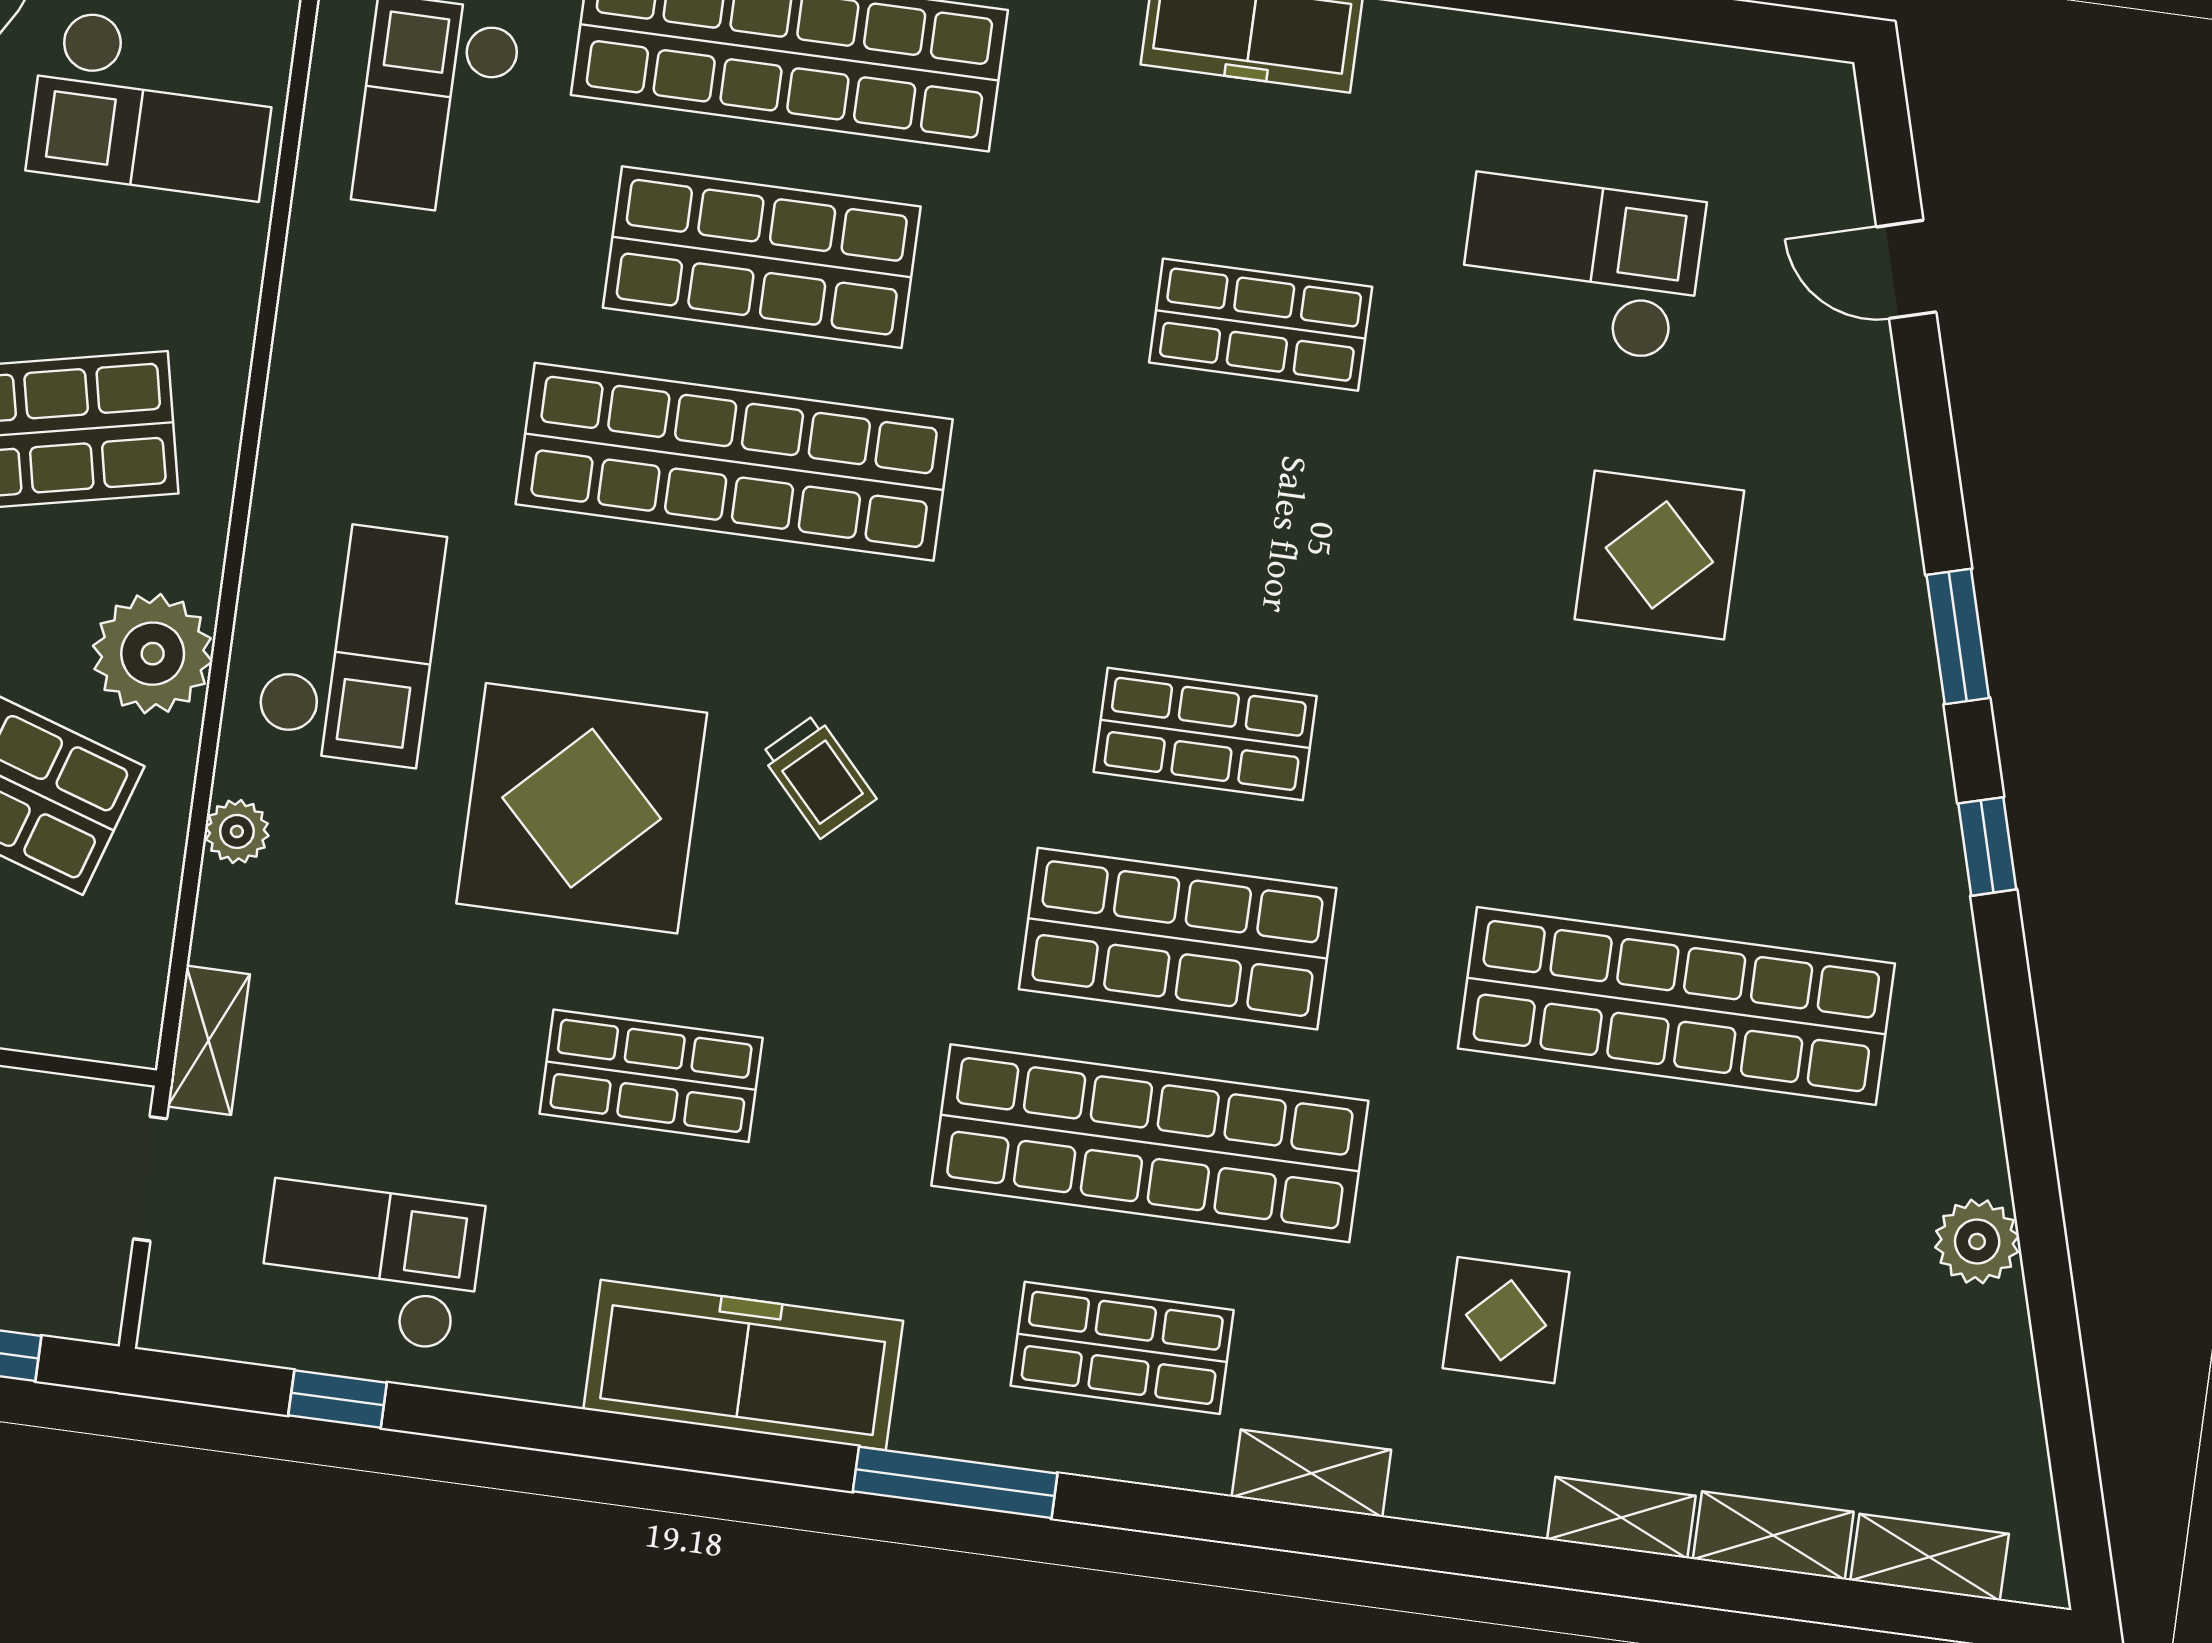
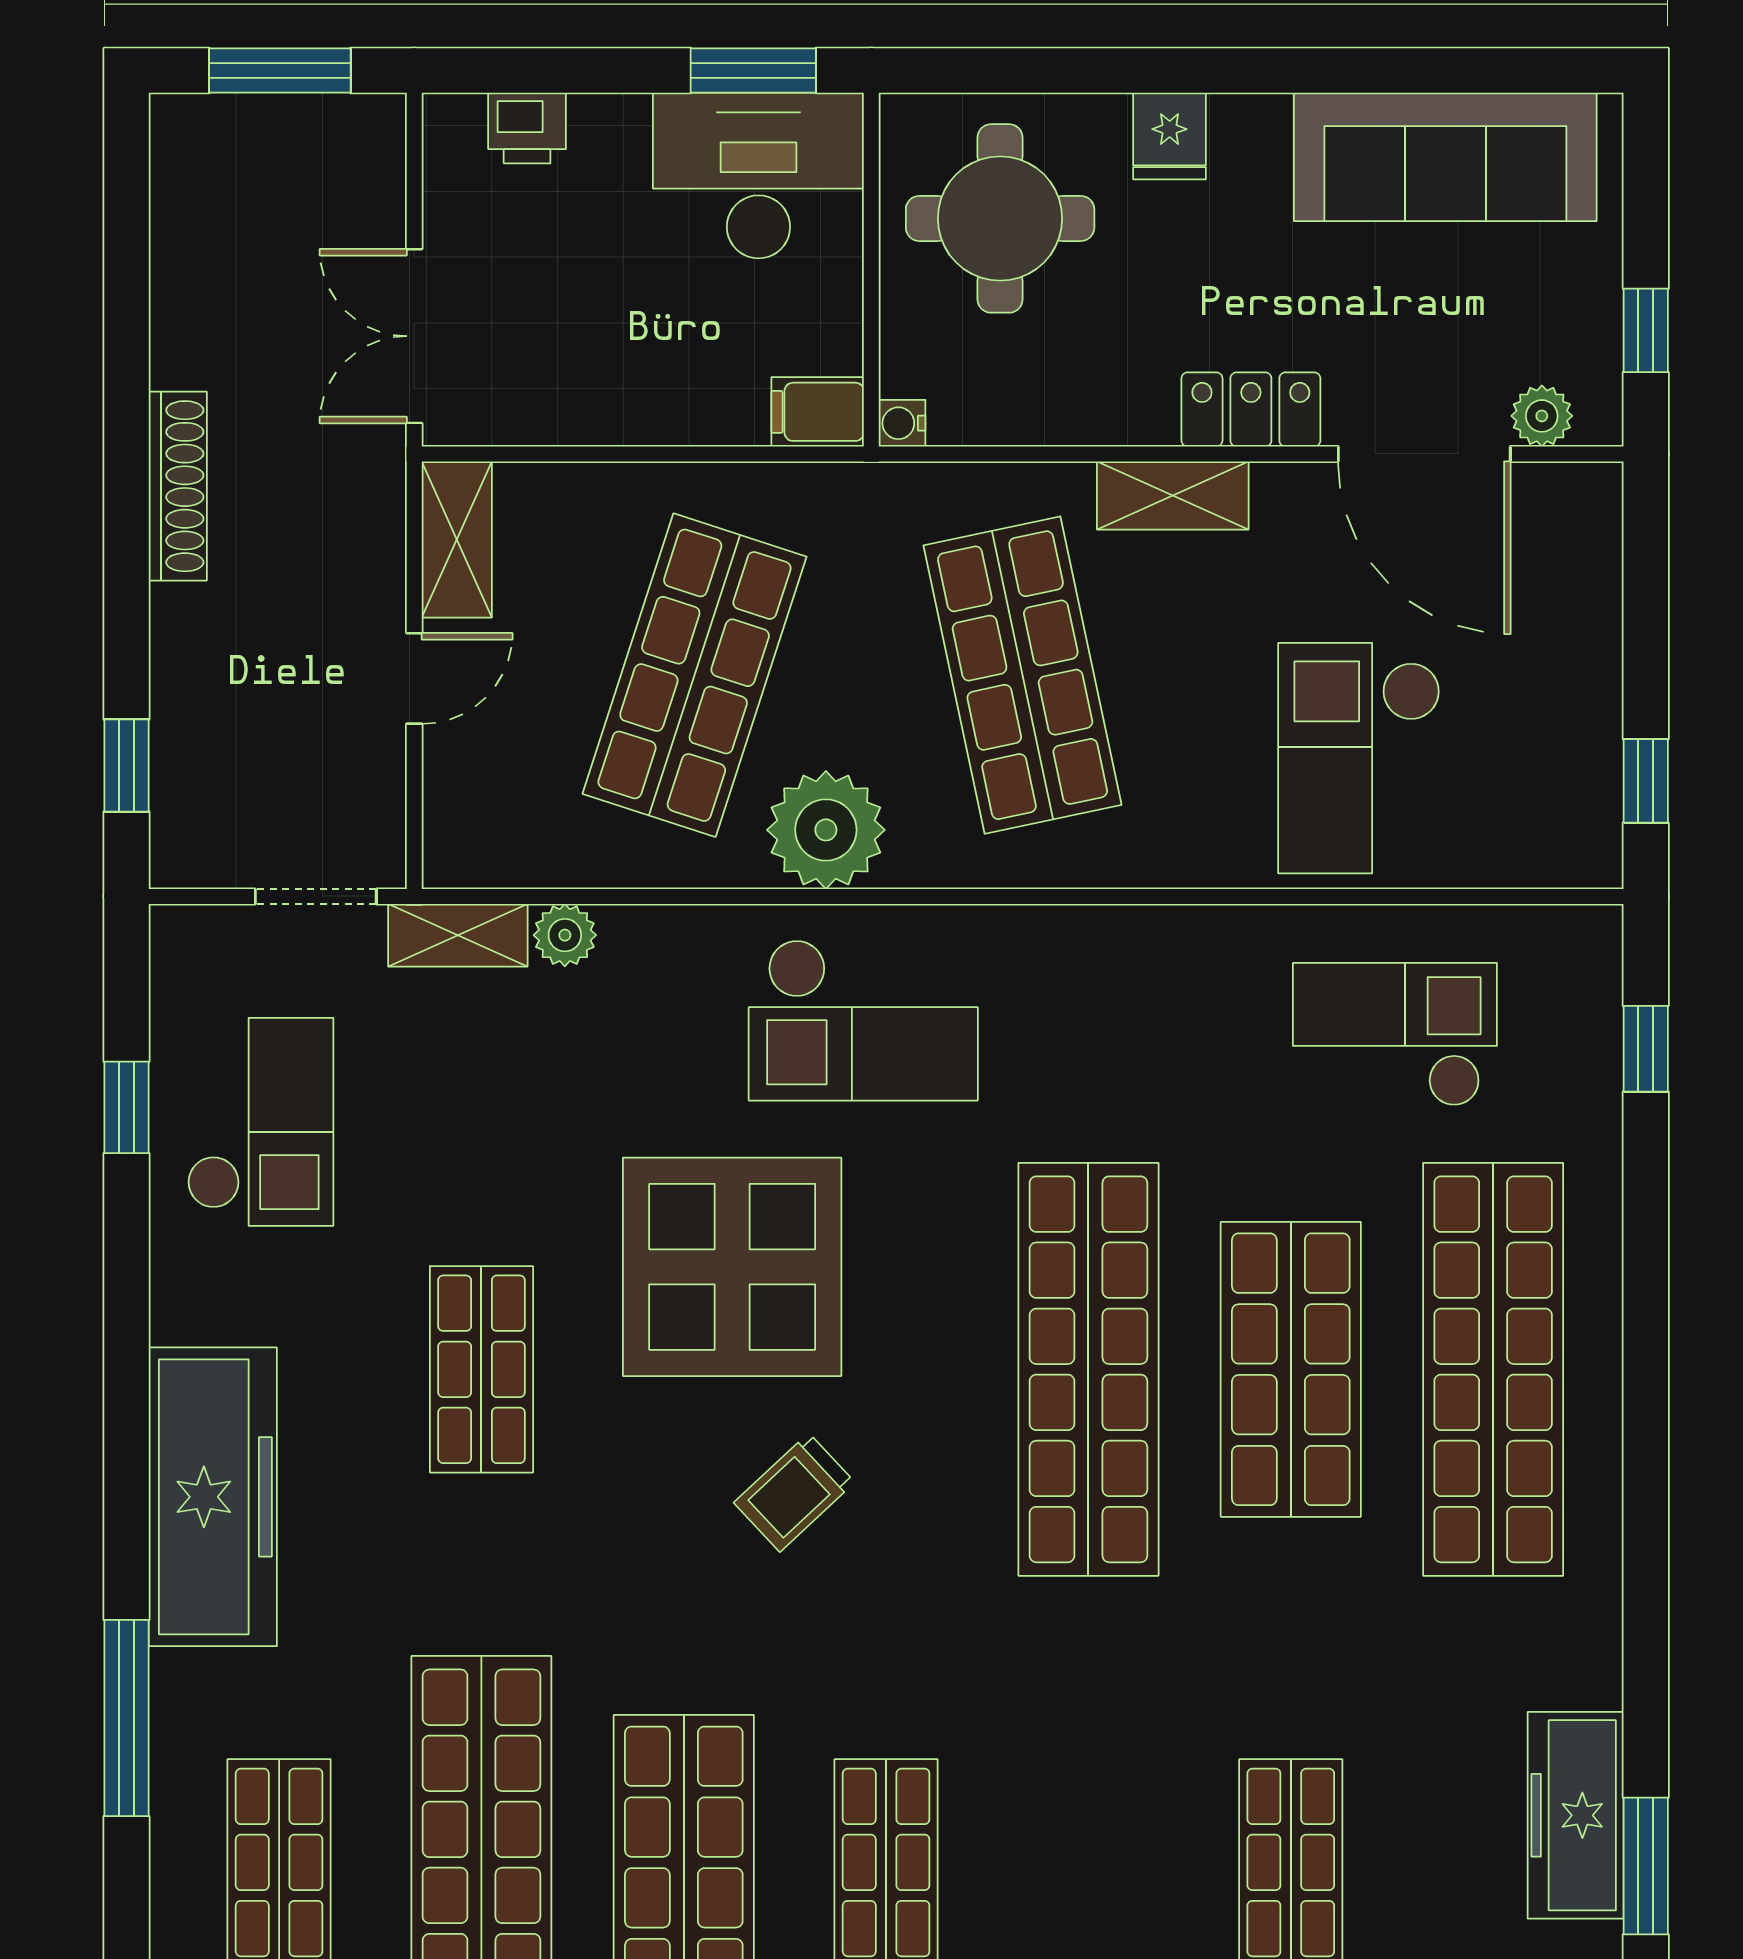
plant: (237, 831) -> (565, 935), moved

